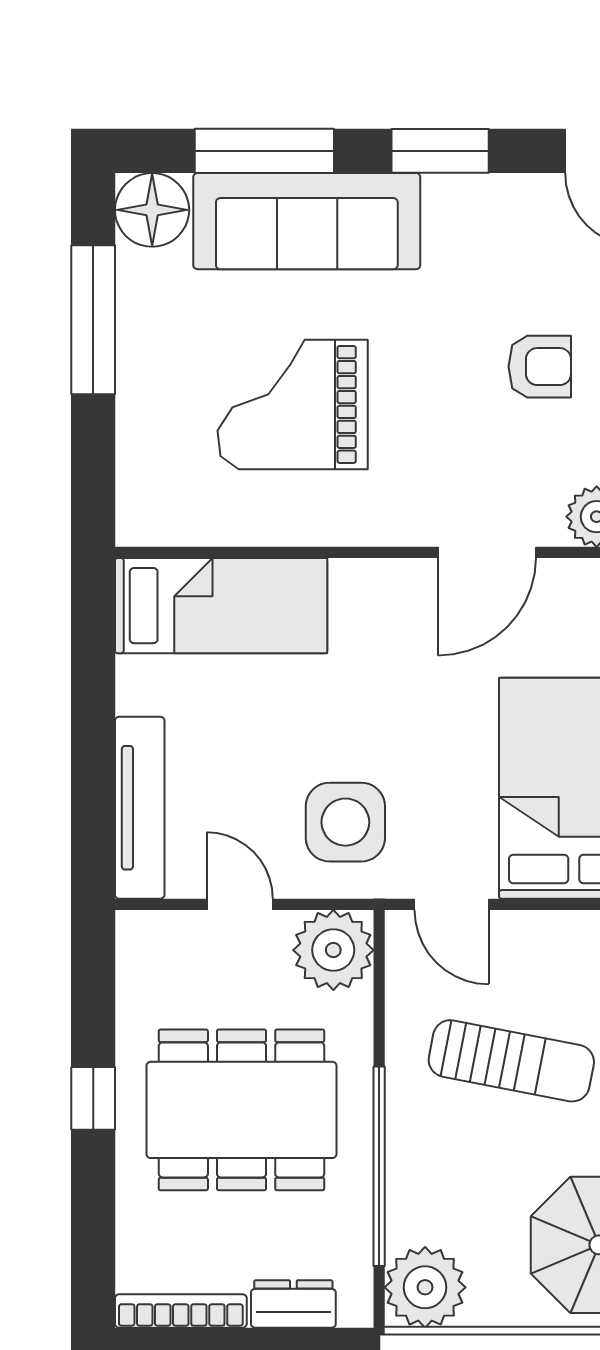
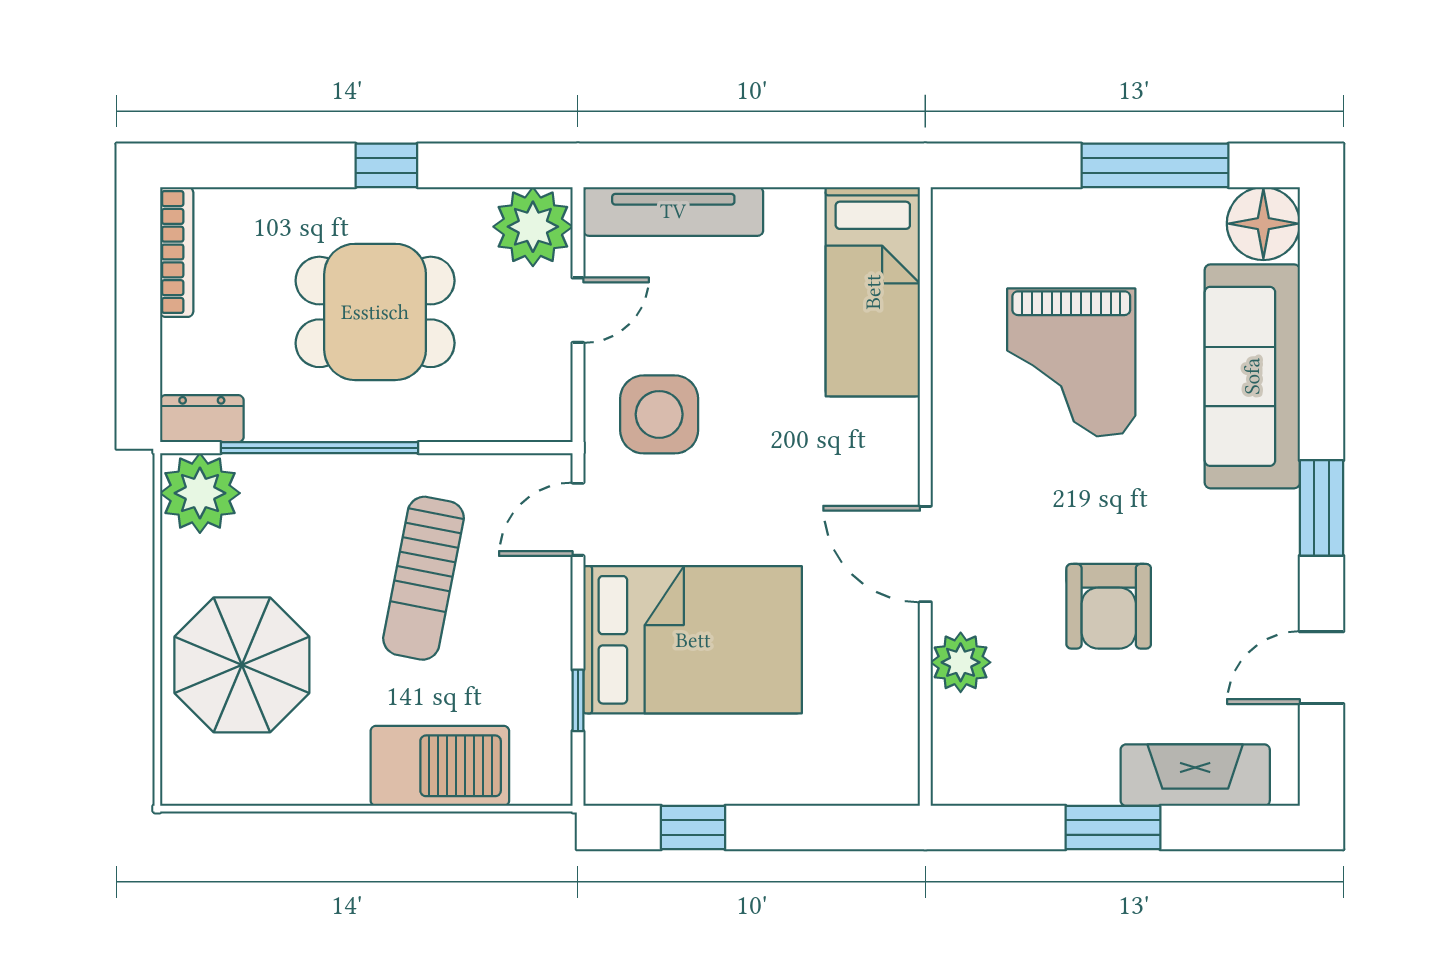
window: (264, 151) -> (1322, 334), removed
armchair: (540, 367) -> (1109, 606), width x1.38, depth x1.38
grand piano: (293, 404) -> (1071, 362), turned 180
plant: (333, 950) -> (533, 227), moved
dining table: (242, 1110) -> (375, 312), width x0.73
dresser: (293, 1304) -> (202, 419), moved, turned -90

